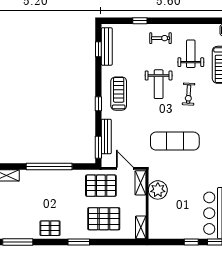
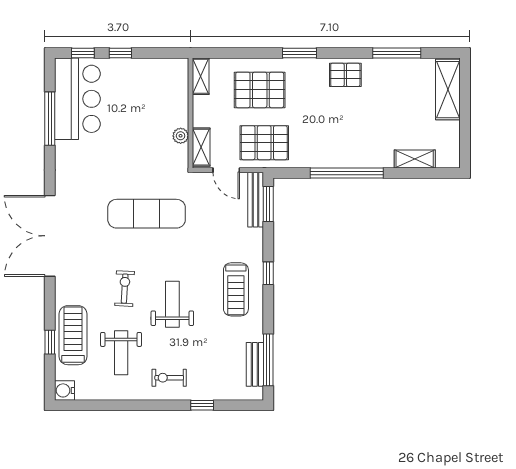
bench: (107, 46) -> (255, 364), width x0.73
window: (98, 49) -> (268, 360), width x2.17
bench: (106, 136) -> (256, 200), moved
plant: (158, 190) -> (181, 136), width x0.53, depth x0.53

